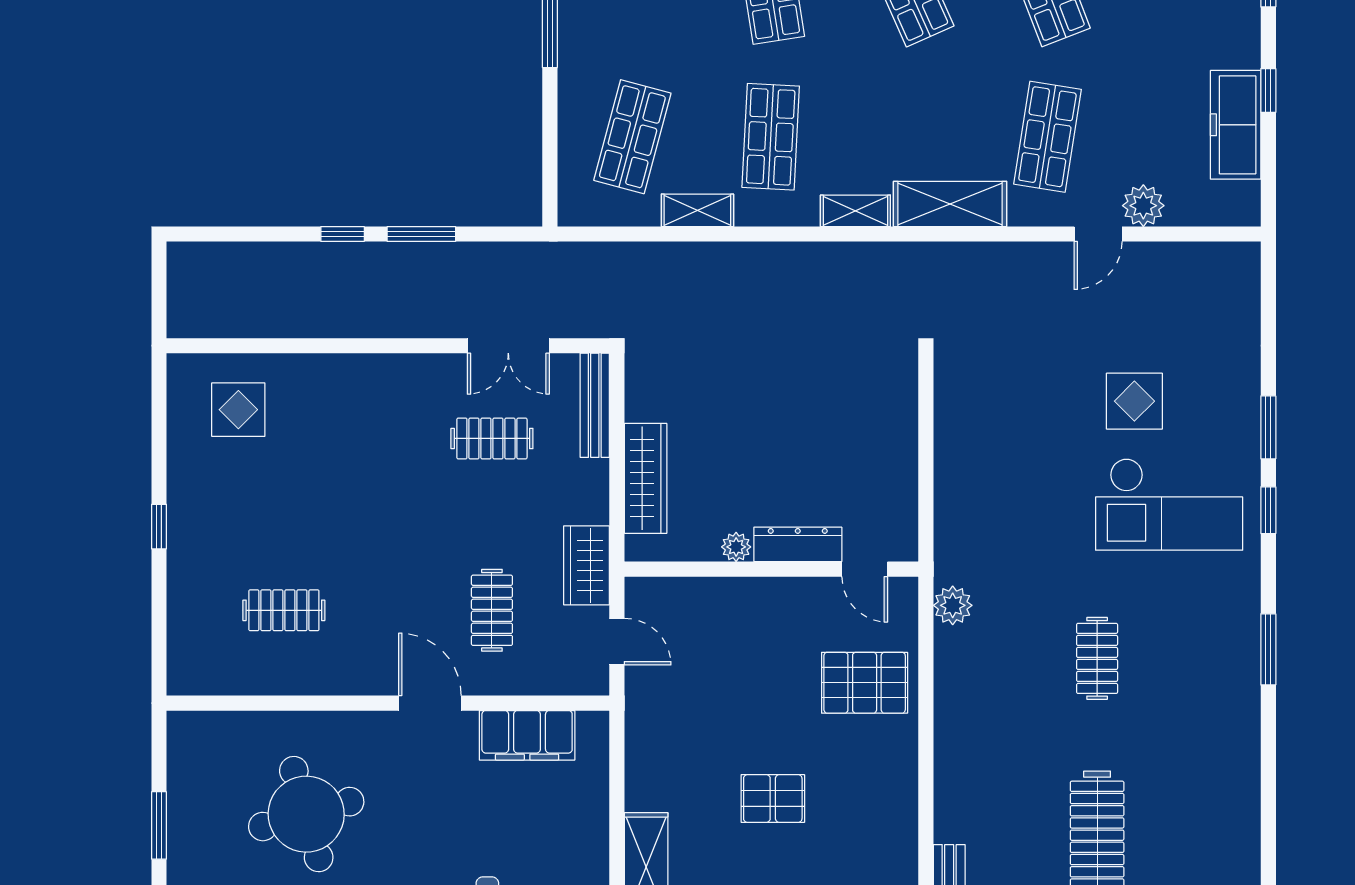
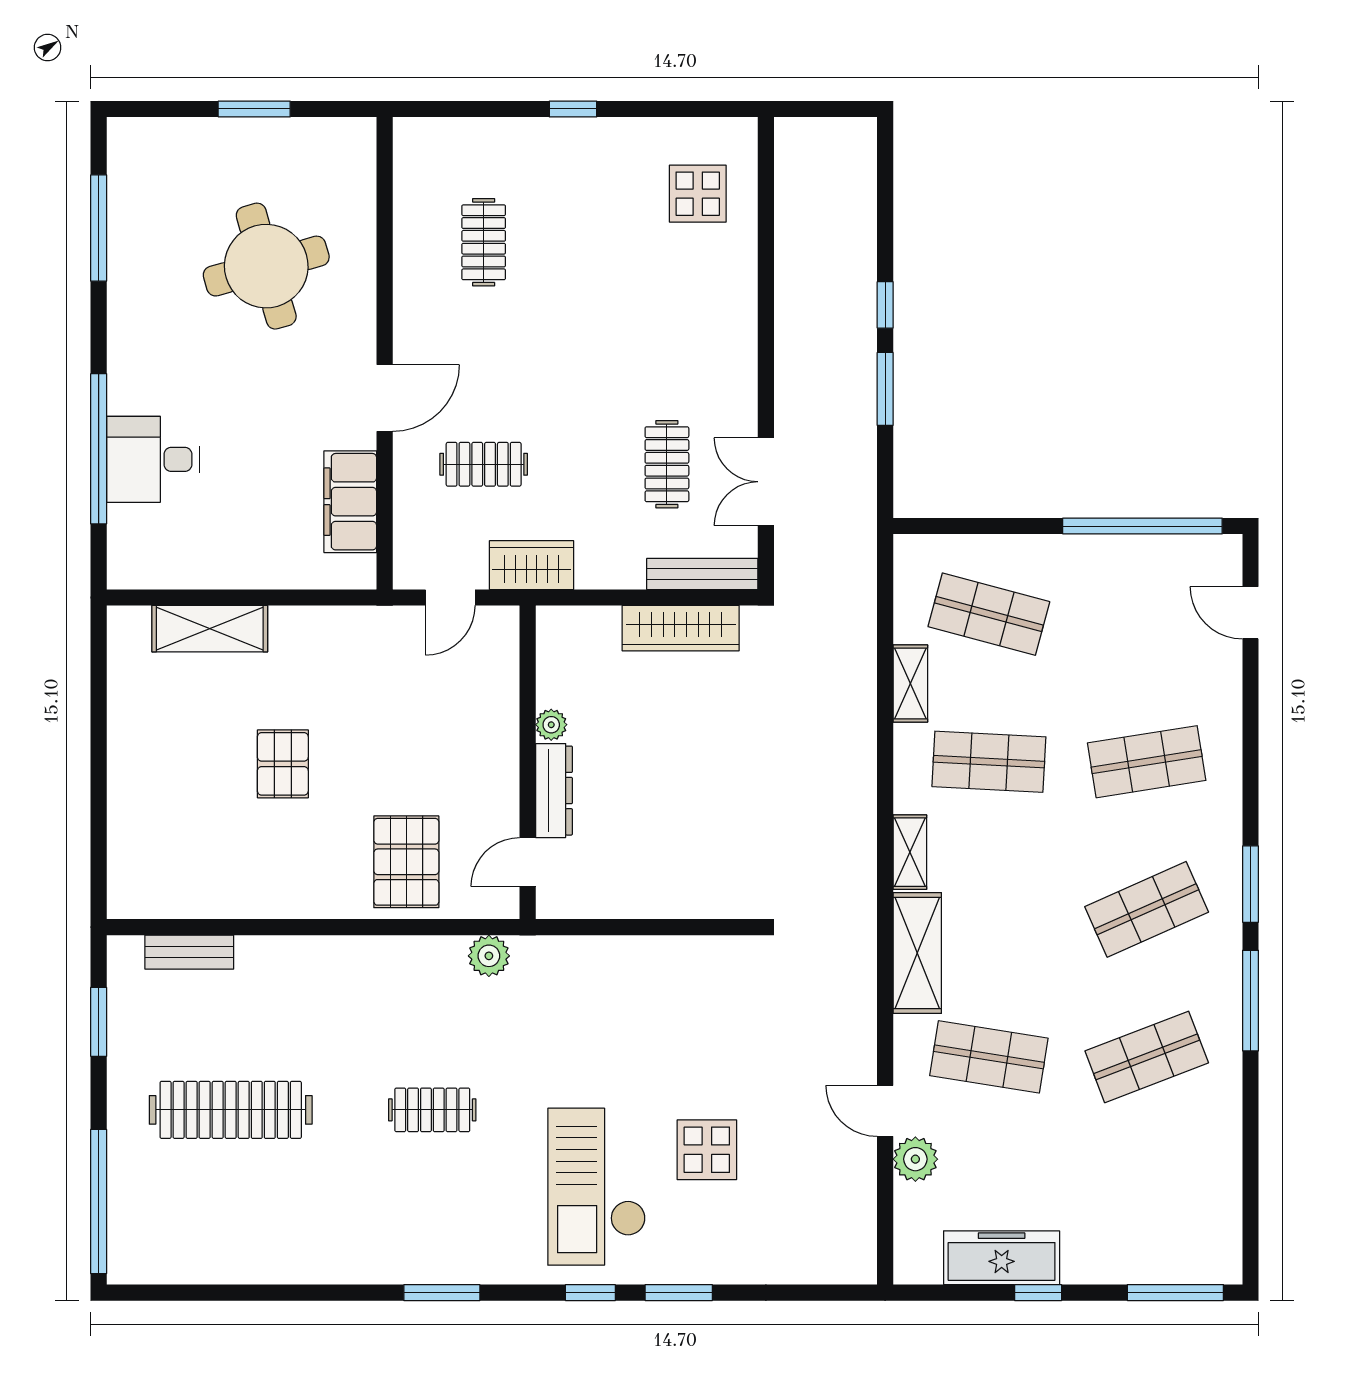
wardrobe: (646, 478) -> (681, 628), moved

